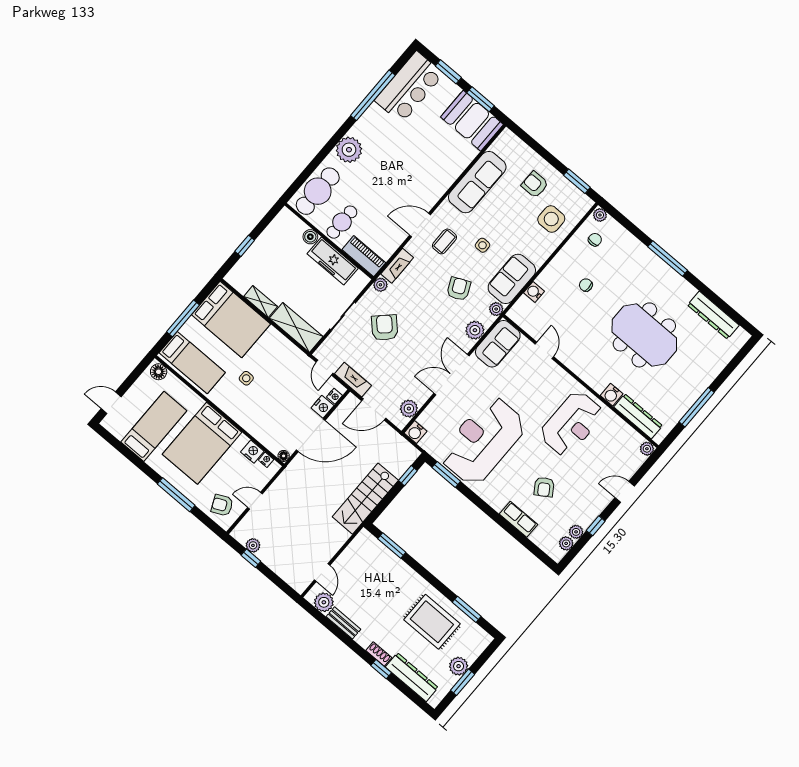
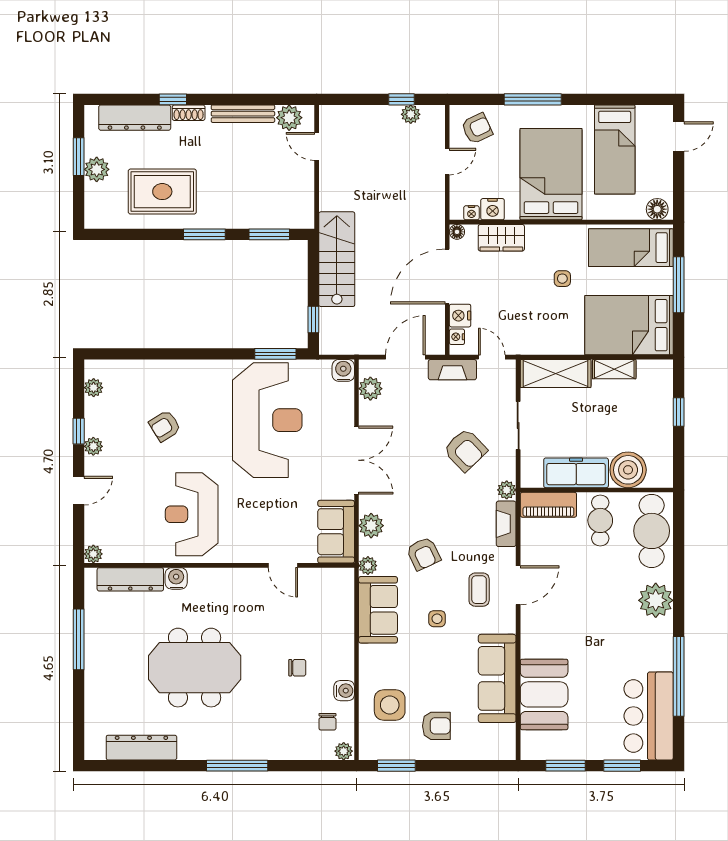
booth: (472, 121) -> (544, 694), moved, turned 90
boiler: (310, 237) -> (628, 470), width x1.86, depth x1.86
water cooler: (534, 292) -> (344, 691), moved
wardrobe: (261, 431) -> (501, 238), added
armchair: (544, 487) -> (165, 426), turned -89
row of seats: (518, 519) -> (163, 371), removed
plant: (576, 532) -> (93, 446), moved
window: (467, 609) -> (204, 234), moved
bench: (343, 623) -> (243, 114), width x1.36

